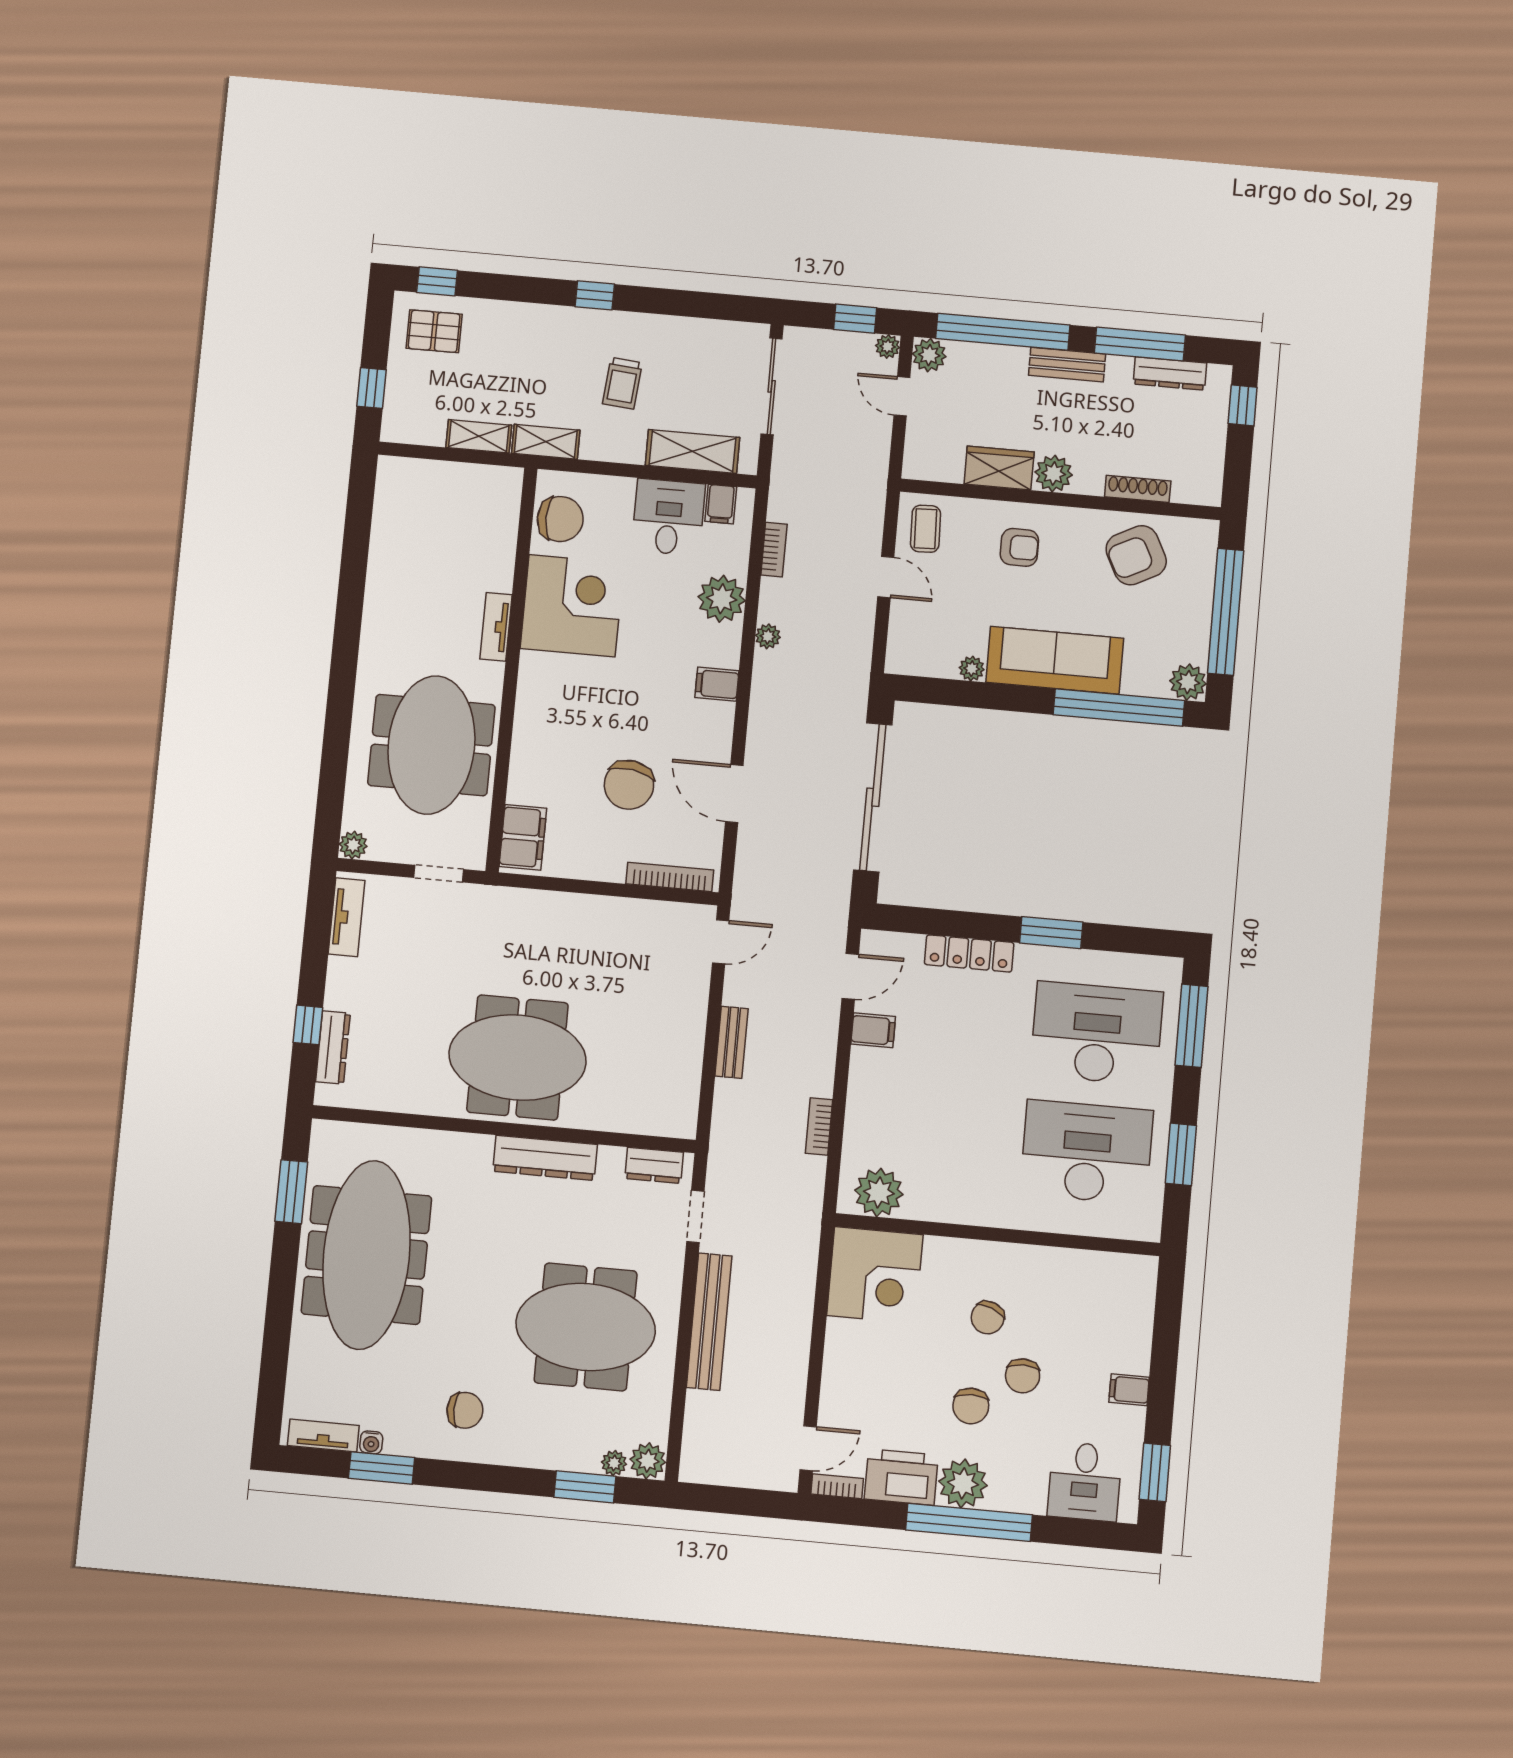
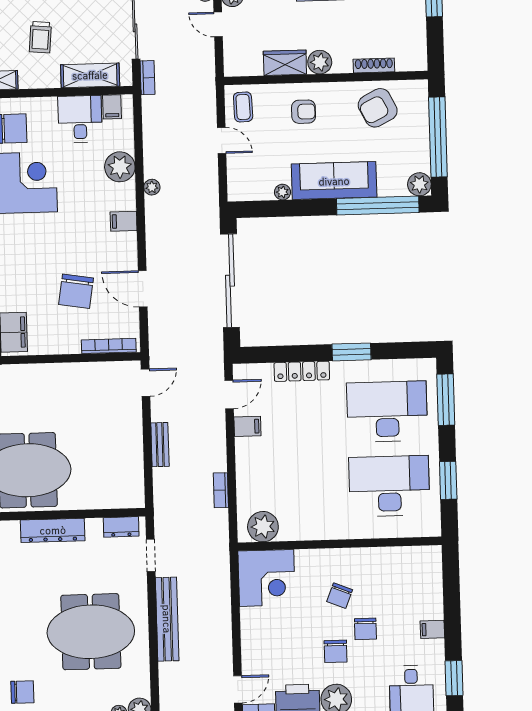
bookcase: (774, 550) -> (147, 78), moved

